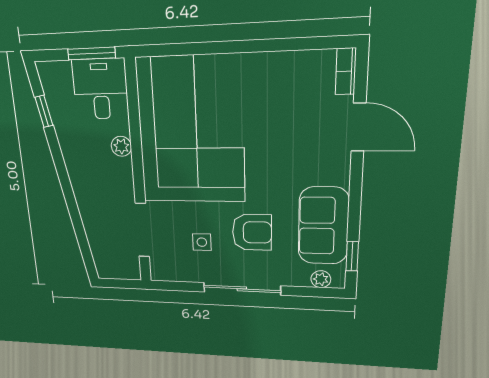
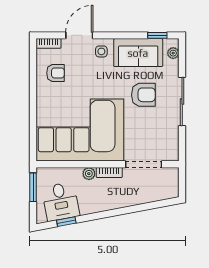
armchair: (290, 86) -> (55, 73), added
desk: (100, 89) -> (61, 201), moved, turned -101
bookcase: (126, 178) -> (109, 172), added
armchair: (252, 232) -> (143, 95), turned 90
side table: (202, 242) -> (101, 51), moved

